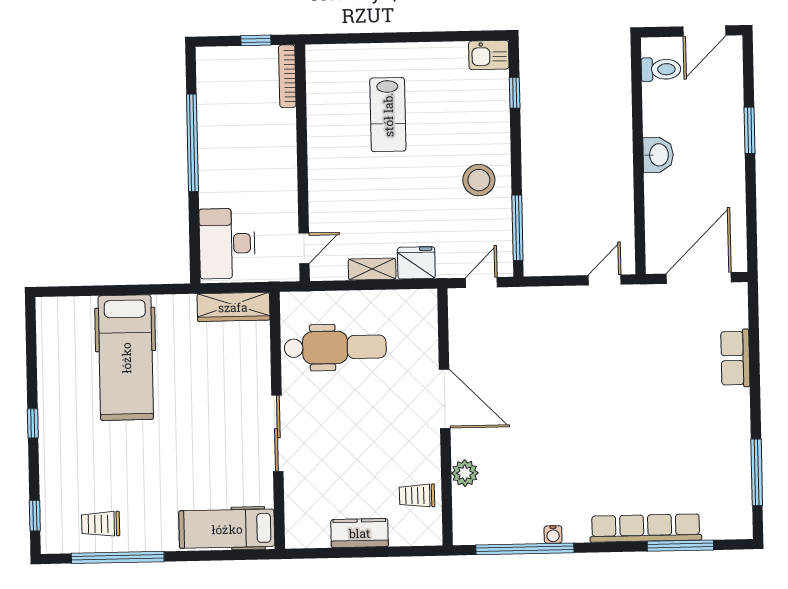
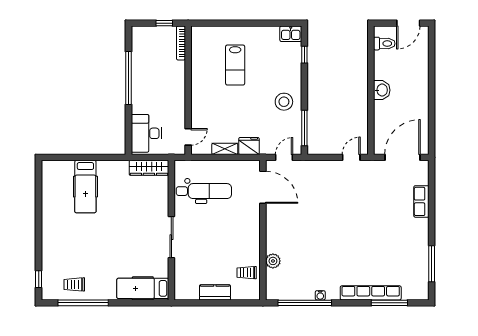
window: (750, 130) -> (432, 78), removed
hospital bed: (126, 358) -> (85, 187), width x0.73, depth x0.78
door: (445, 399) -> (263, 187), moved
window: (33, 423) -> (39, 229), removed

